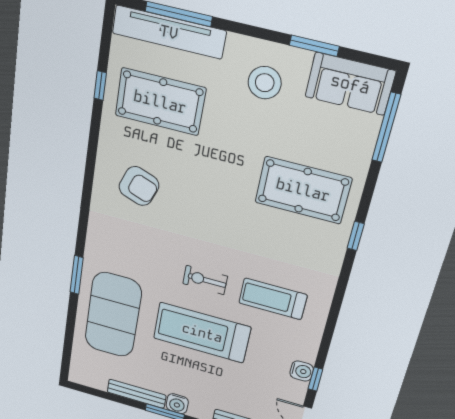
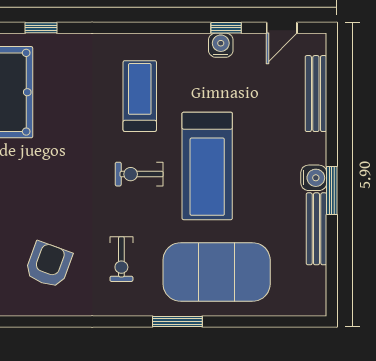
exercise bike: (135, 246) -> (121, 259), added
exercise bike: (205, 280) -> (139, 174), turned 90
treadmill: (273, 299) -> (140, 96), turned 180

